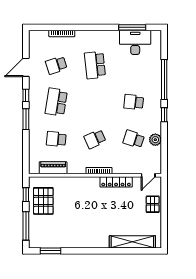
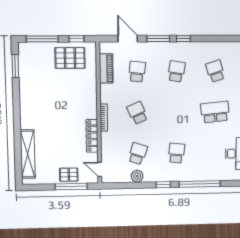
door: (26, 67) -> (128, 39), moved
school desk: (56, 102) -> (176, 71), width x0.54
window: (164, 202) -> (71, 187), added

